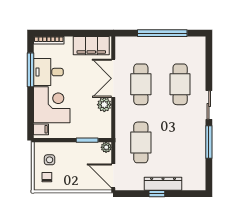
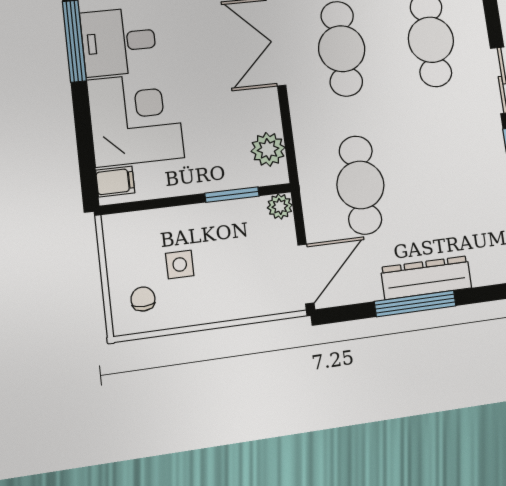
plant: (104, 105) -> (268, 149), moved
side table: (50, 160) -> (180, 264), moved
door: (113, 176) -> (306, 274), swing flipped
window: (157, 194) -> (415, 304), width x2.17

